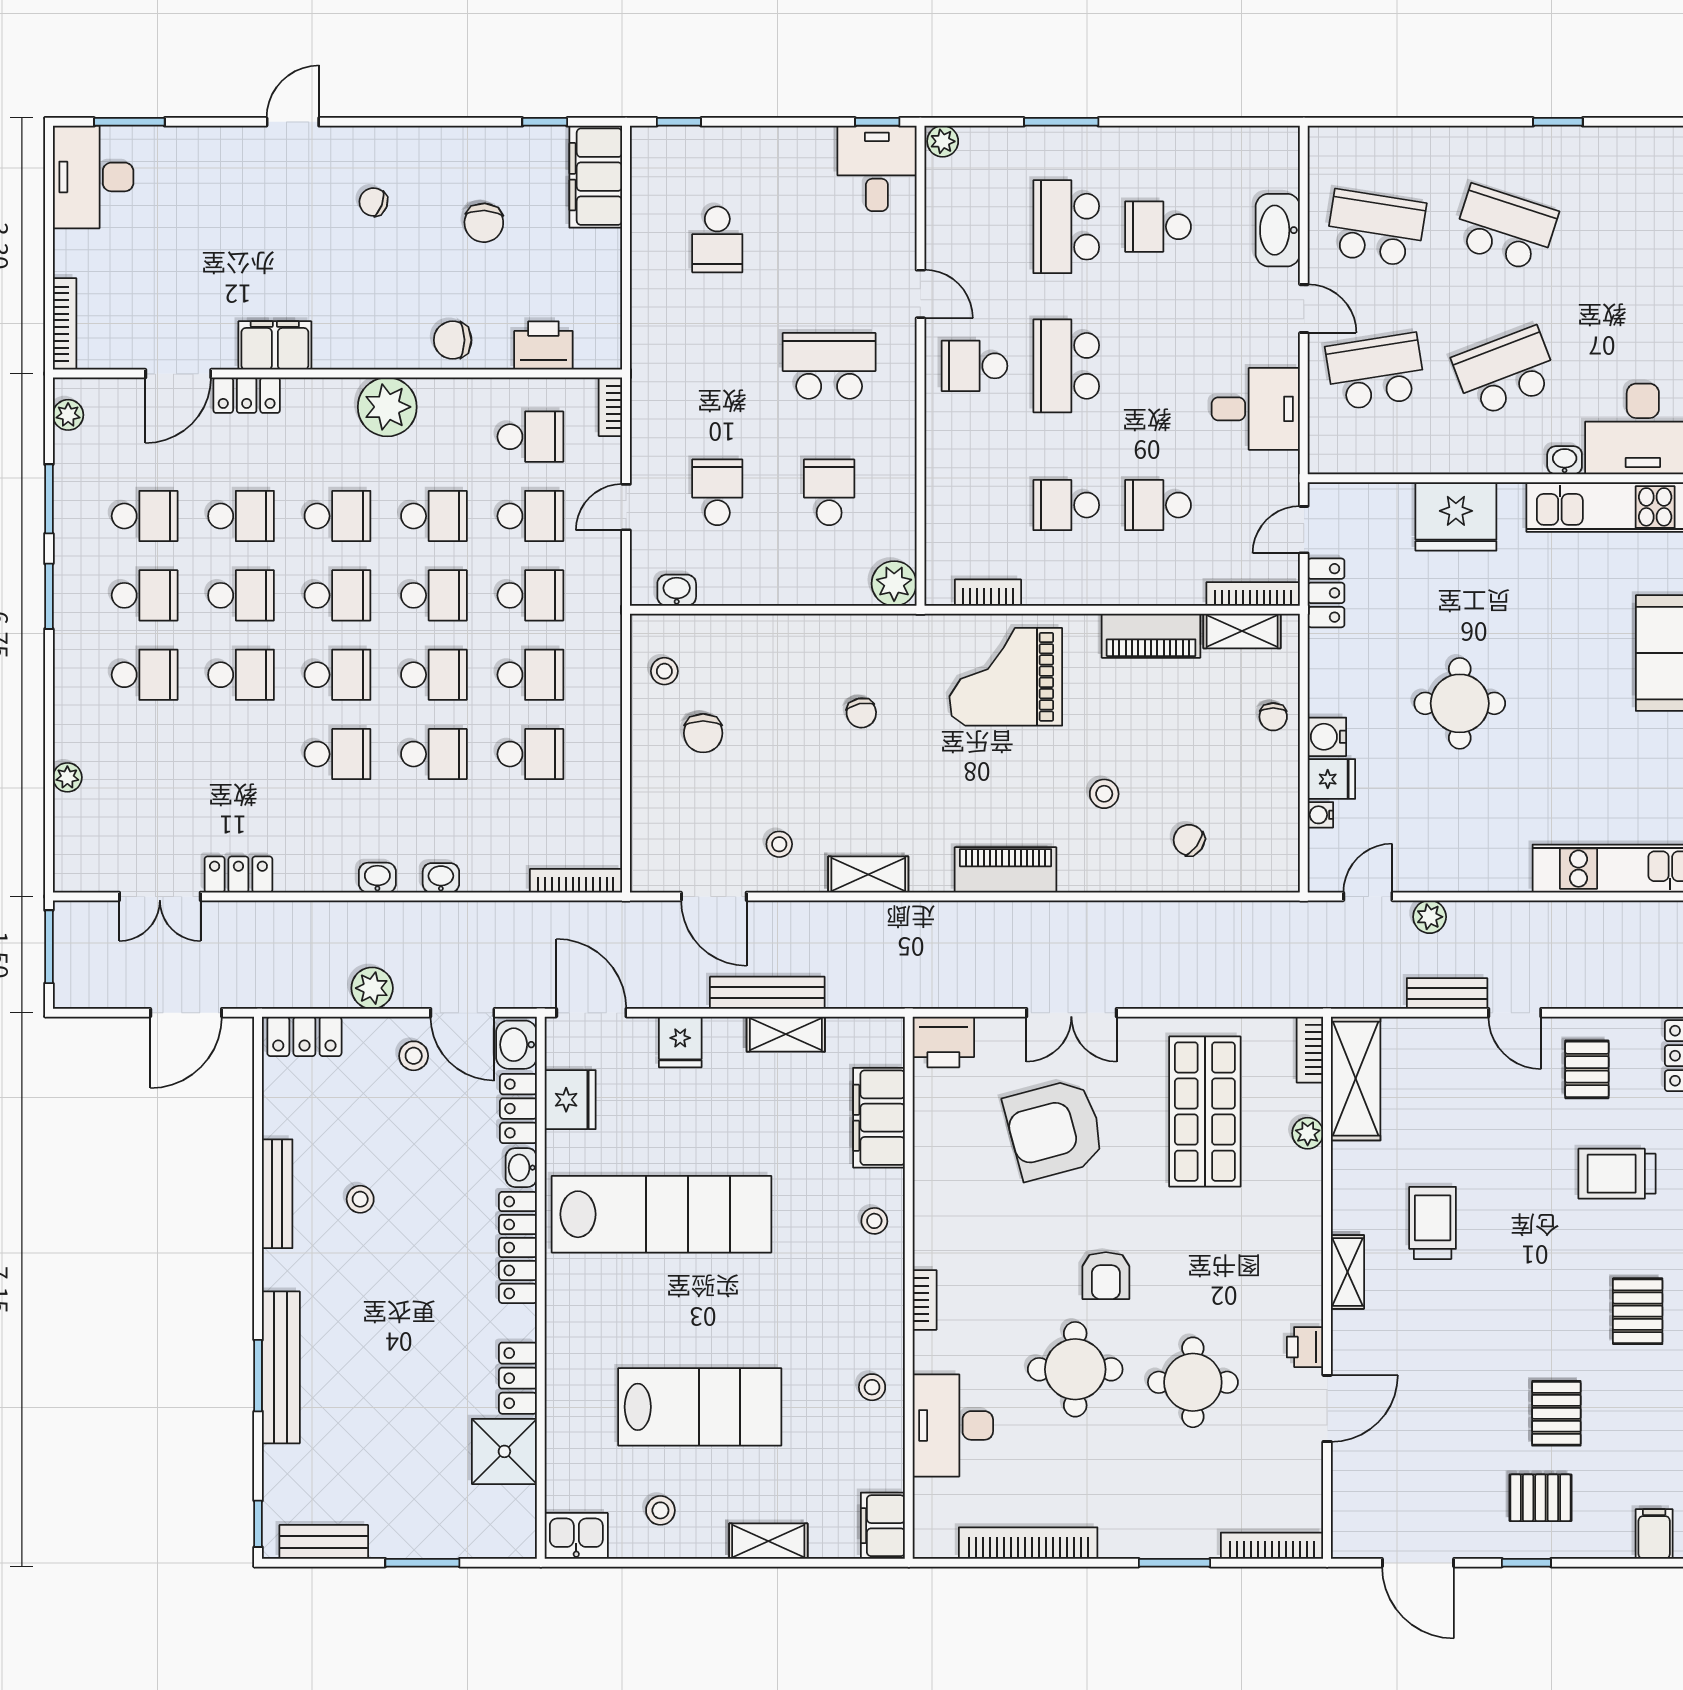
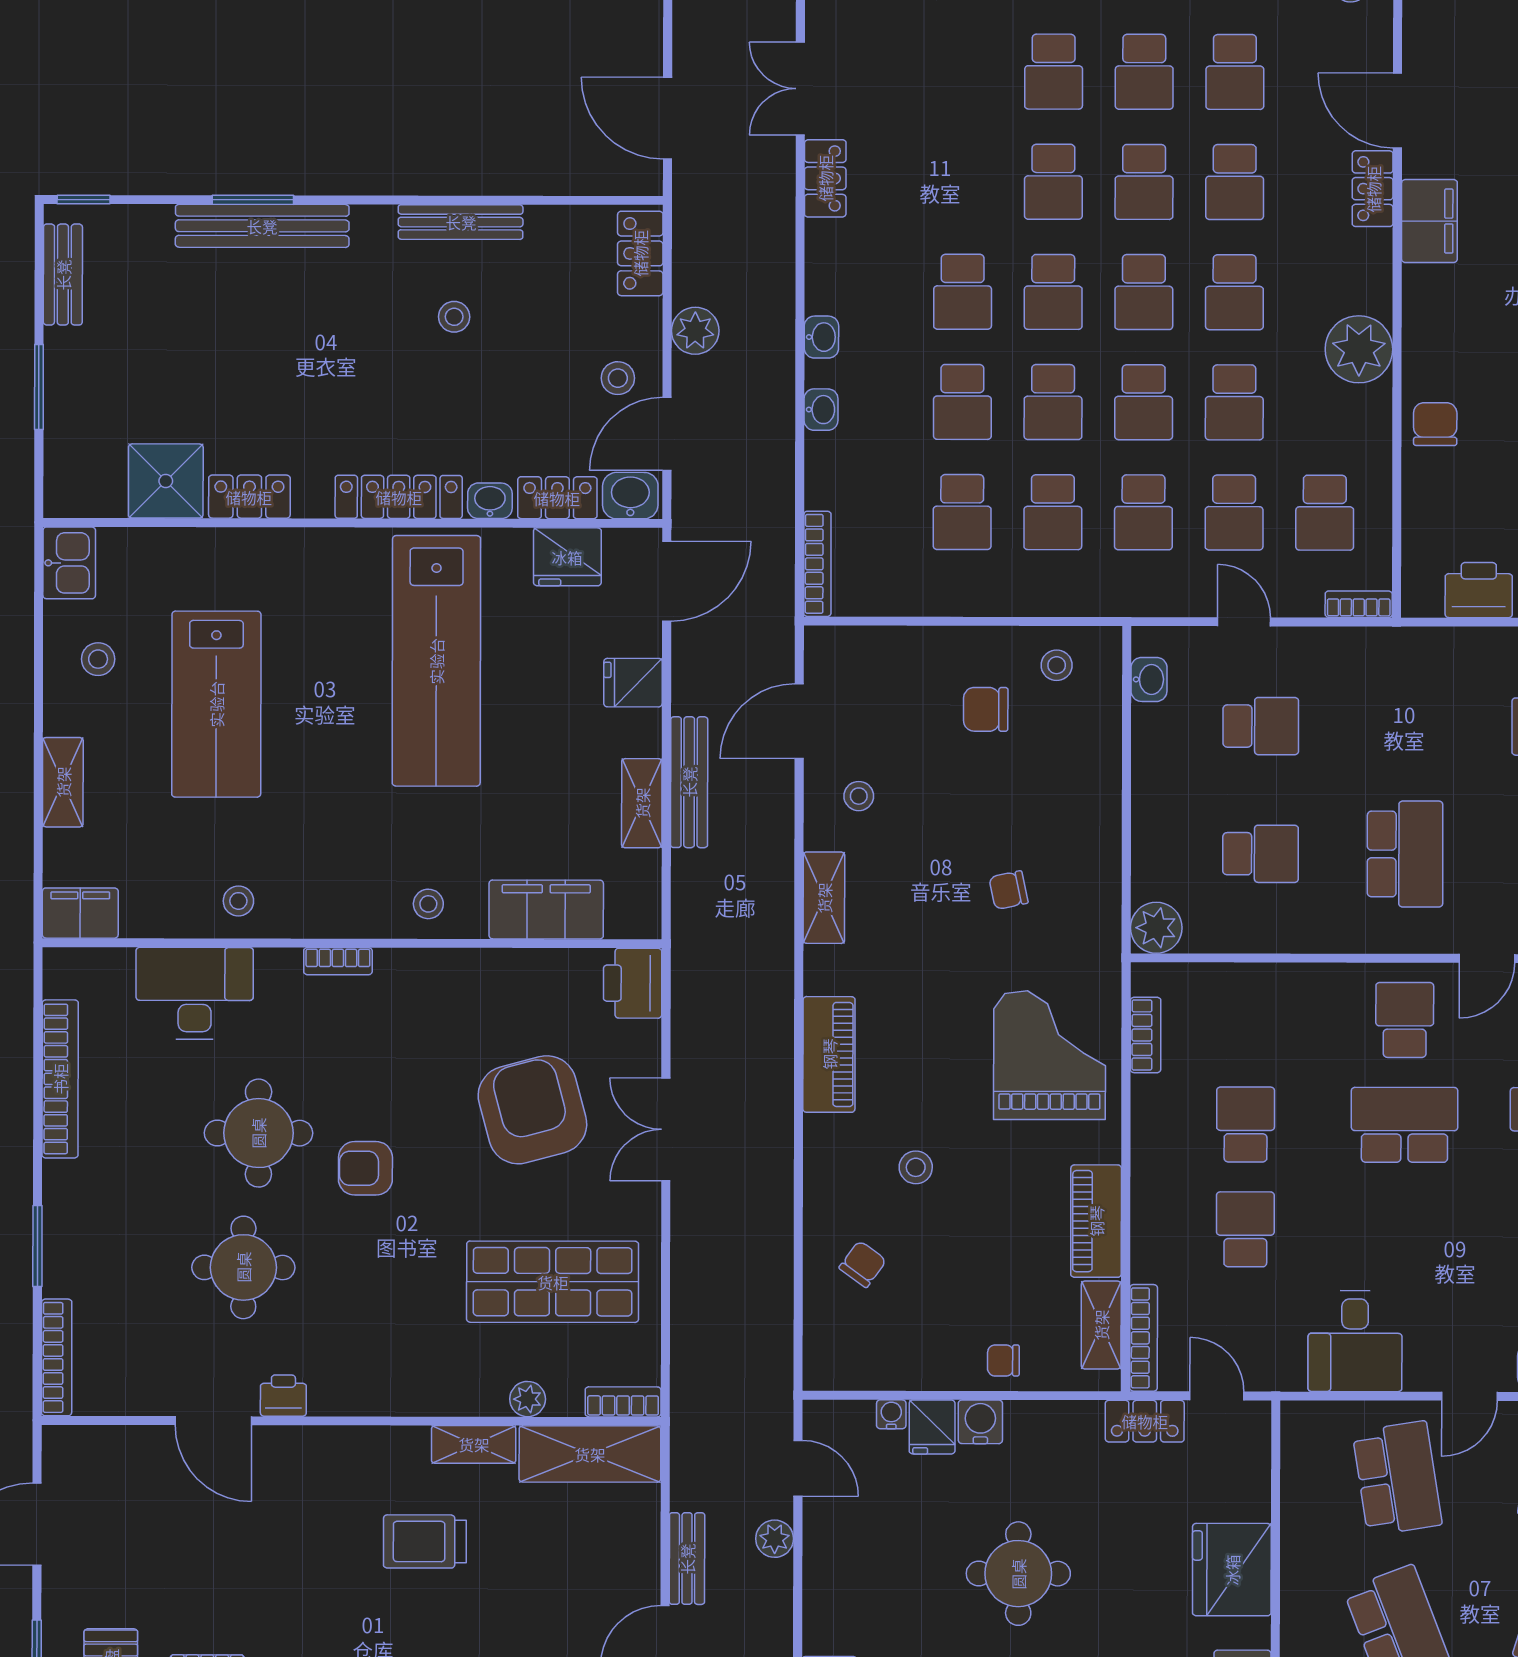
printer: (543, 346) -> (1479, 590), moved, turned -90
trolley: (1433, 1223) -> (425, 1542), turned 180
shelving: (1348, 1272) -> (474, 1444), moved

